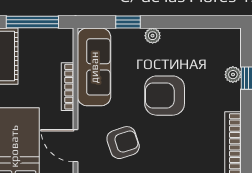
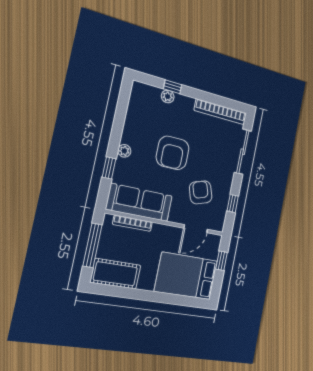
bookcase: (67, 87) -> (133, 223), moved

